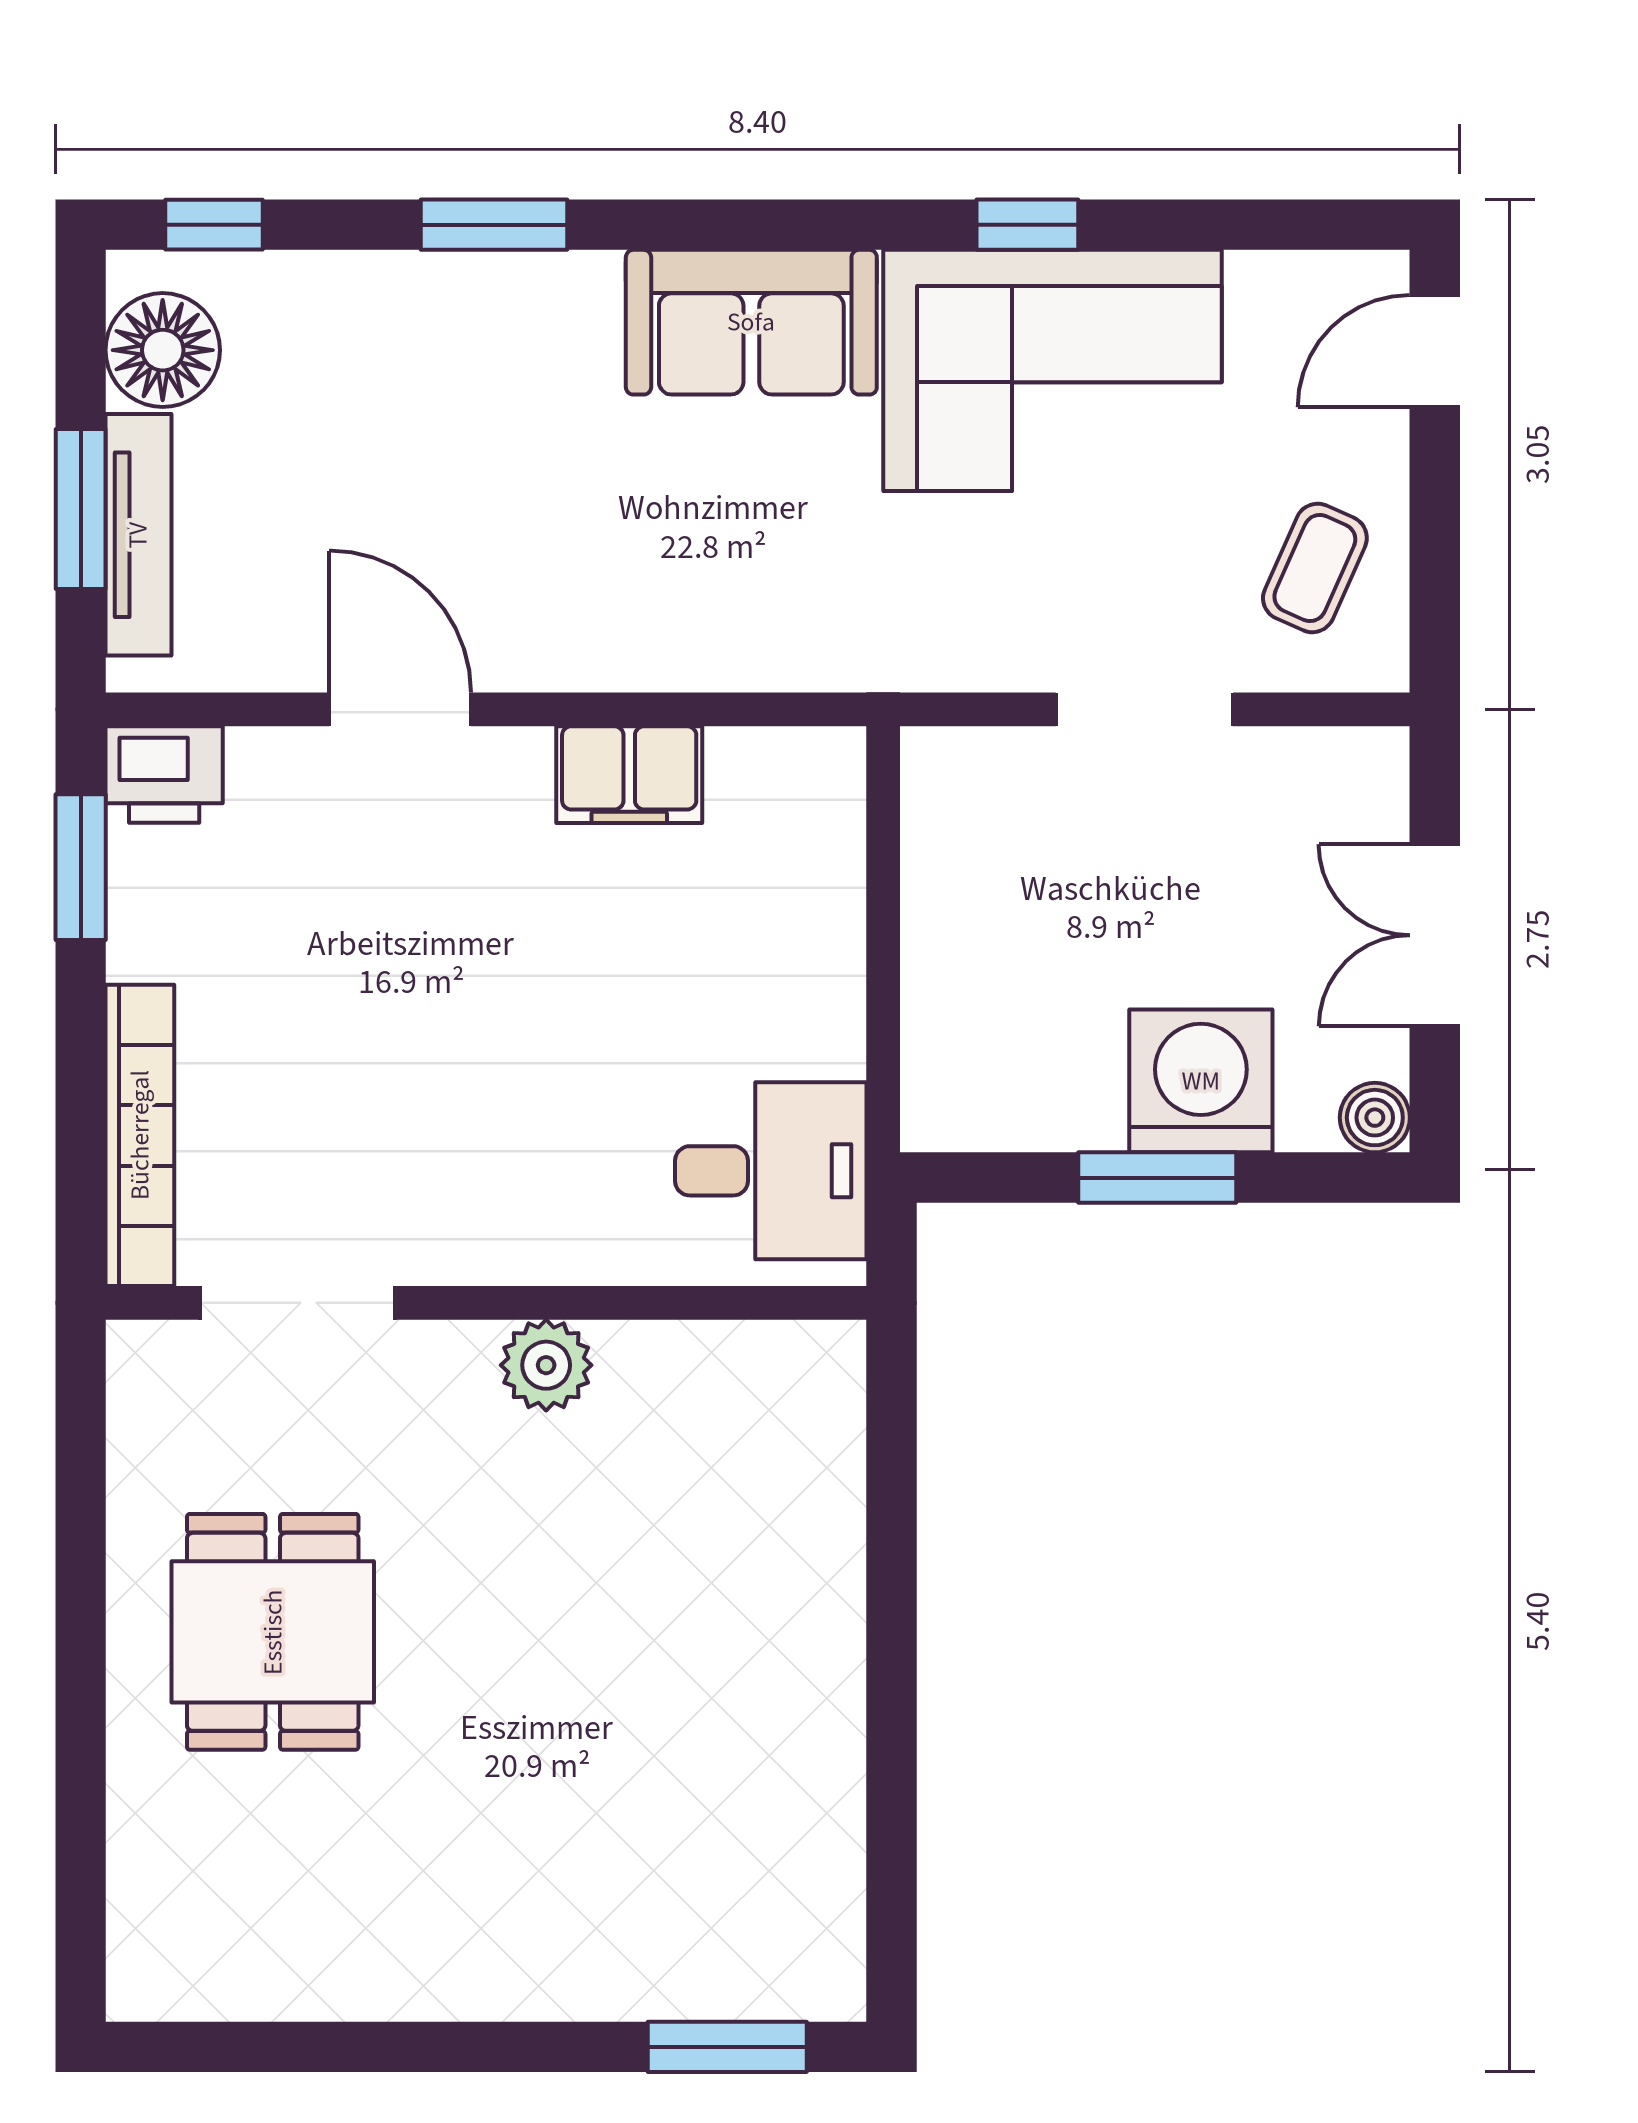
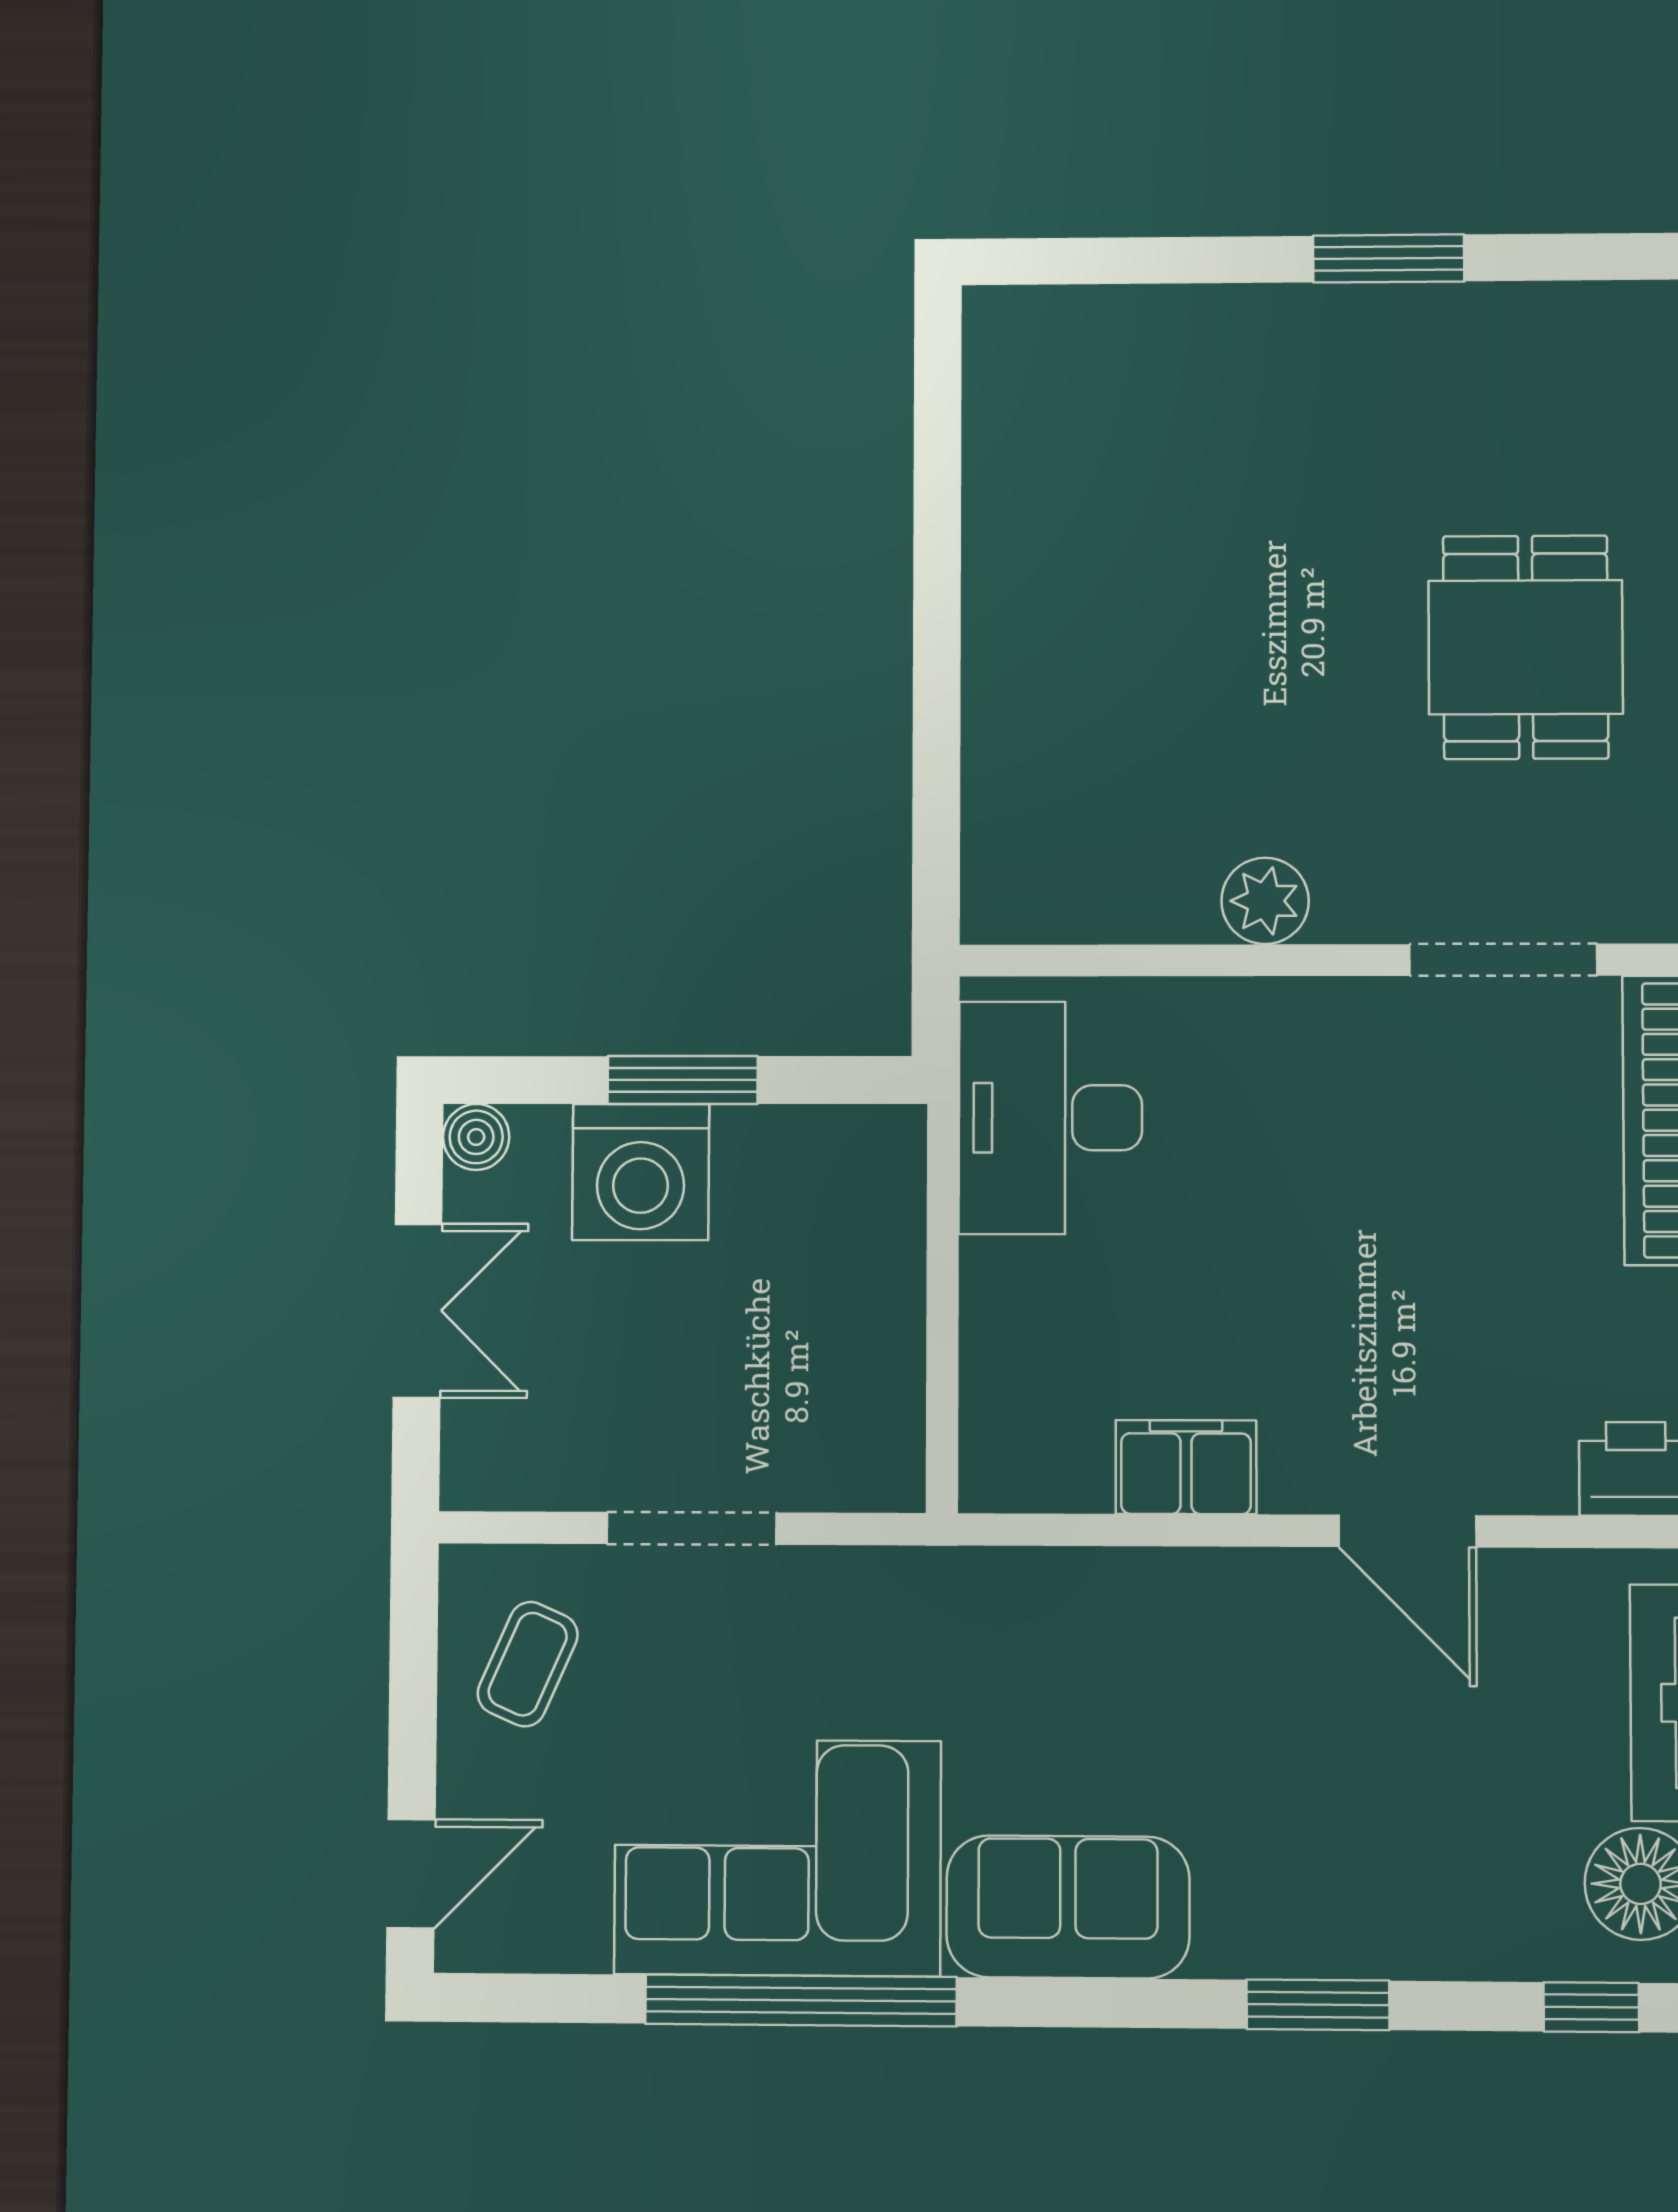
window: (1027, 225) -> (801, 2000), width x3.17
desk: (771, 1171) -> (1050, 1118), width x1.37
window: (727, 2047) -> (1389, 258), moved

